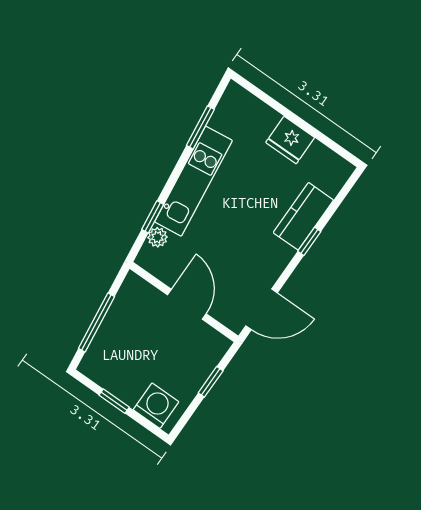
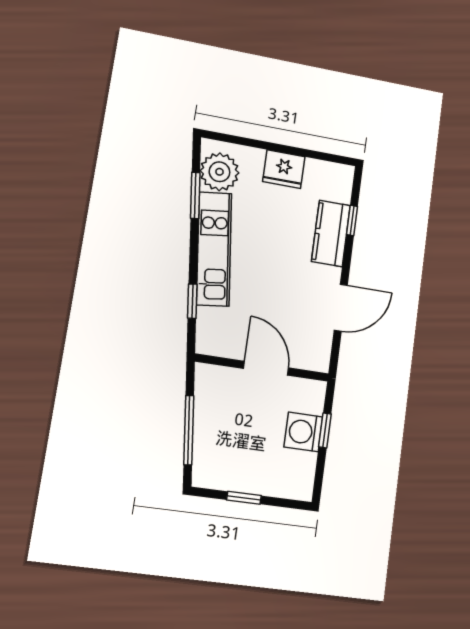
plant: (158, 237) -> (220, 172), moved, width x1.88, depth x1.88
window: (309, 241) -> (352, 220), moved
door: (262, 309) -> (341, 308), moved
washing machine: (156, 406) -> (303, 432), moved, turned -90

